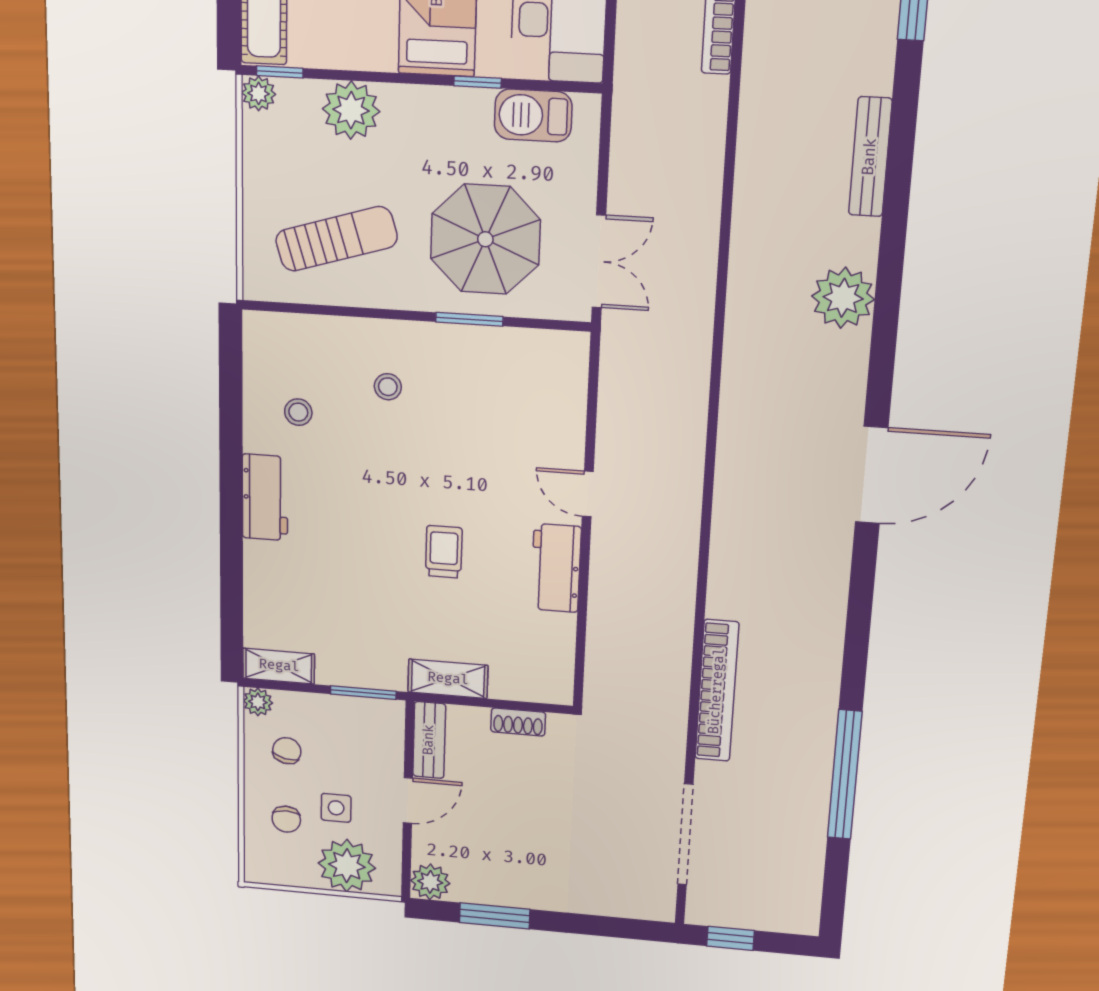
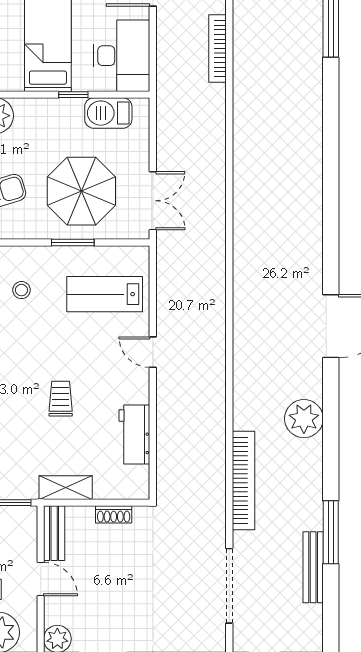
bench: (870, 157) -> (313, 567), moved
plant: (843, 298) -> (304, 419), moved
lab bench: (517, 402) -> (105, 294), added
workbench: (556, 568) -> (134, 434), moved
window: (845, 775) -> (331, 532), width x0.68
door: (408, 800) -> (41, 579), hinge flipped

